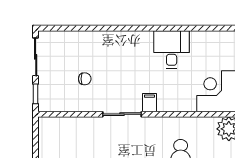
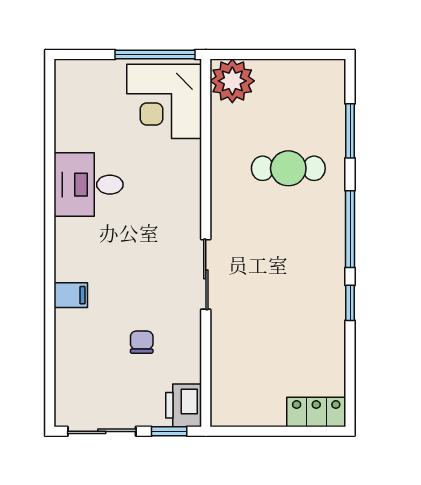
printer: (50, 102) -> (184, 405), added
filing cabinet: (149, 103) -> (71, 295), moved, turned 180

